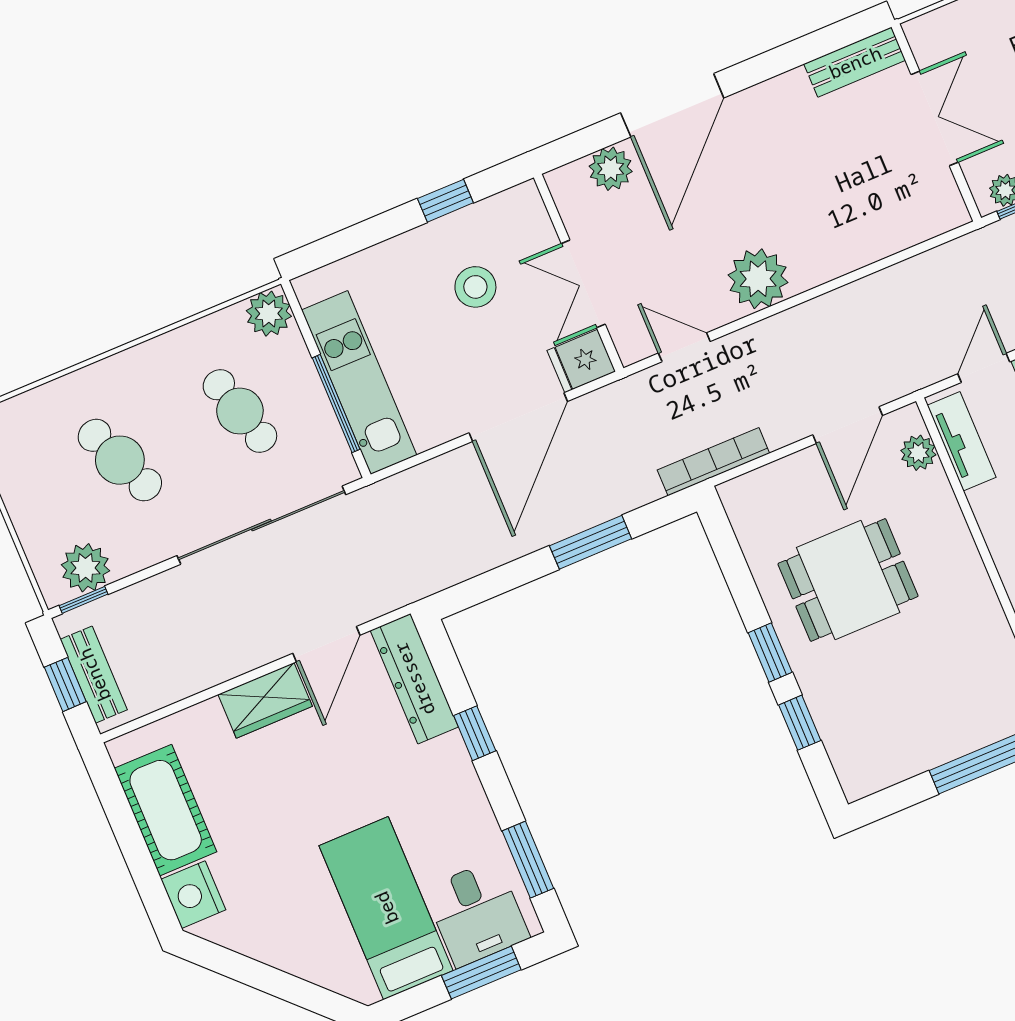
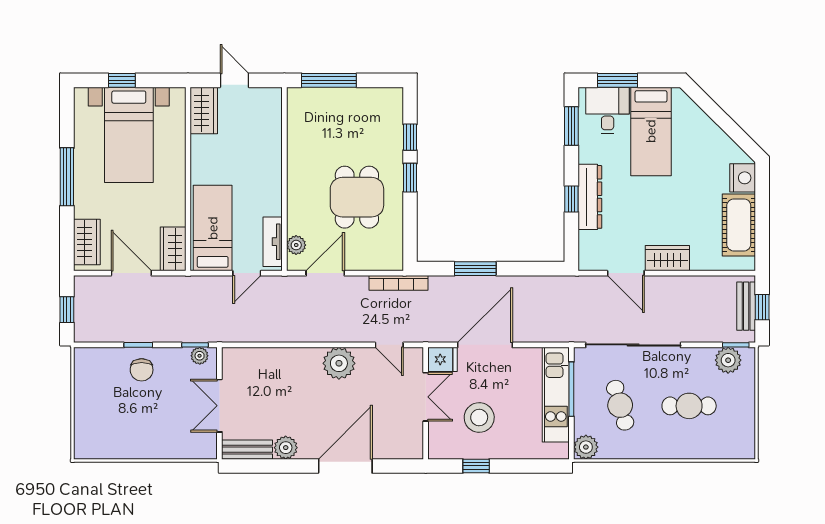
plant: (611, 169) -> (286, 448), moved
stool: (475, 287) -> (479, 418), width x1.38, depth x1.38
cafe table: (120, 460) -> (689, 406), turned -67
dining table: (848, 580) -> (357, 197), turned 90
door: (326, 644) -> (626, 273), swing flipped
dresser: (414, 679) -> (590, 197), moved

